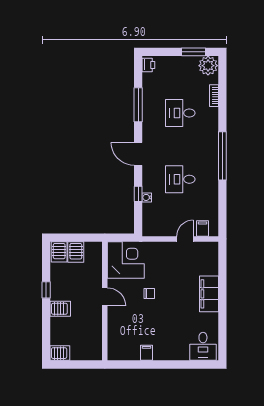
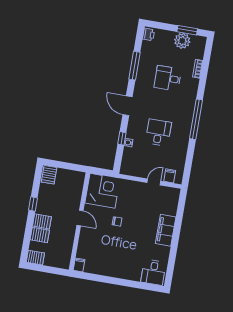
plant: (208, 66) -> (182, 41), moved
desk: (180, 179) -> (158, 132), turned 90
server rack: (76, 252) -> (40, 235), moved, turned -90
filing cabinet: (147, 353) -> (79, 265), moved

